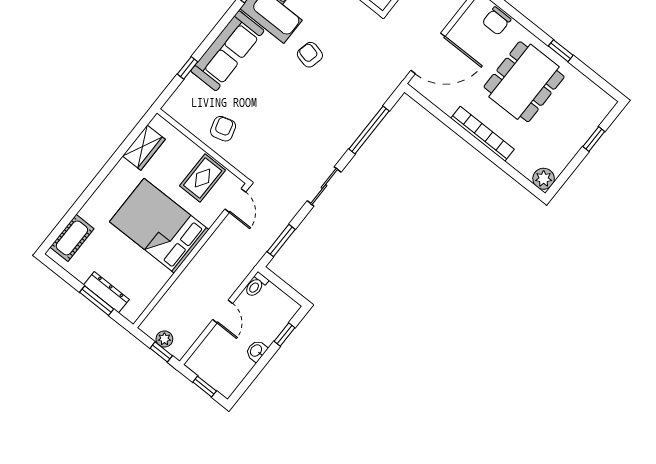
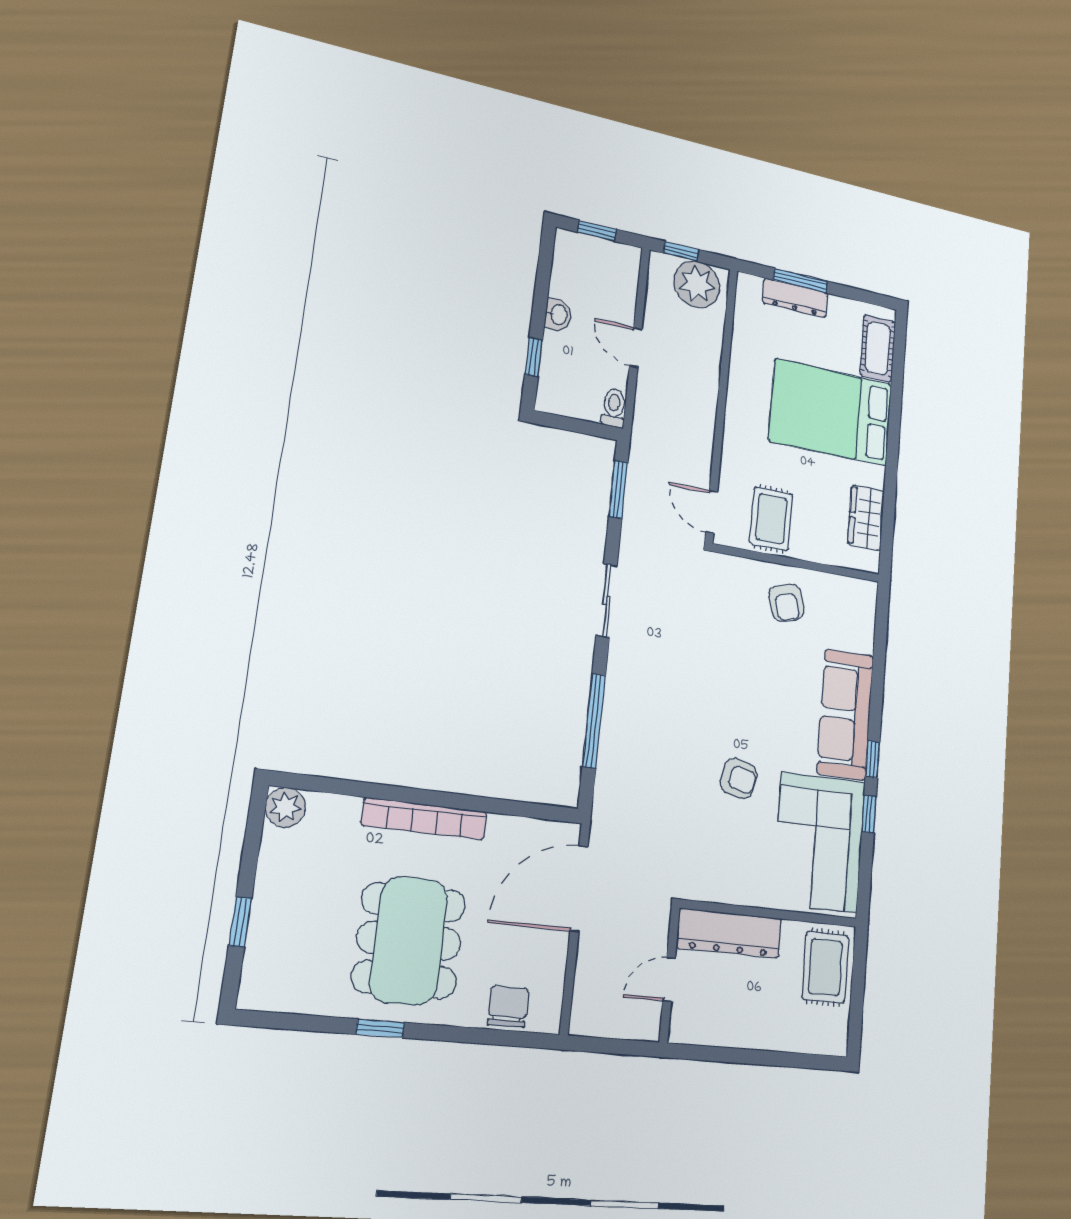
window: (187, 68) -> (873, 759), moved
bed: (159, 226) -> (831, 412), moved, turned 180
plant: (164, 339) -> (697, 284), width x1.87, depth x1.87

